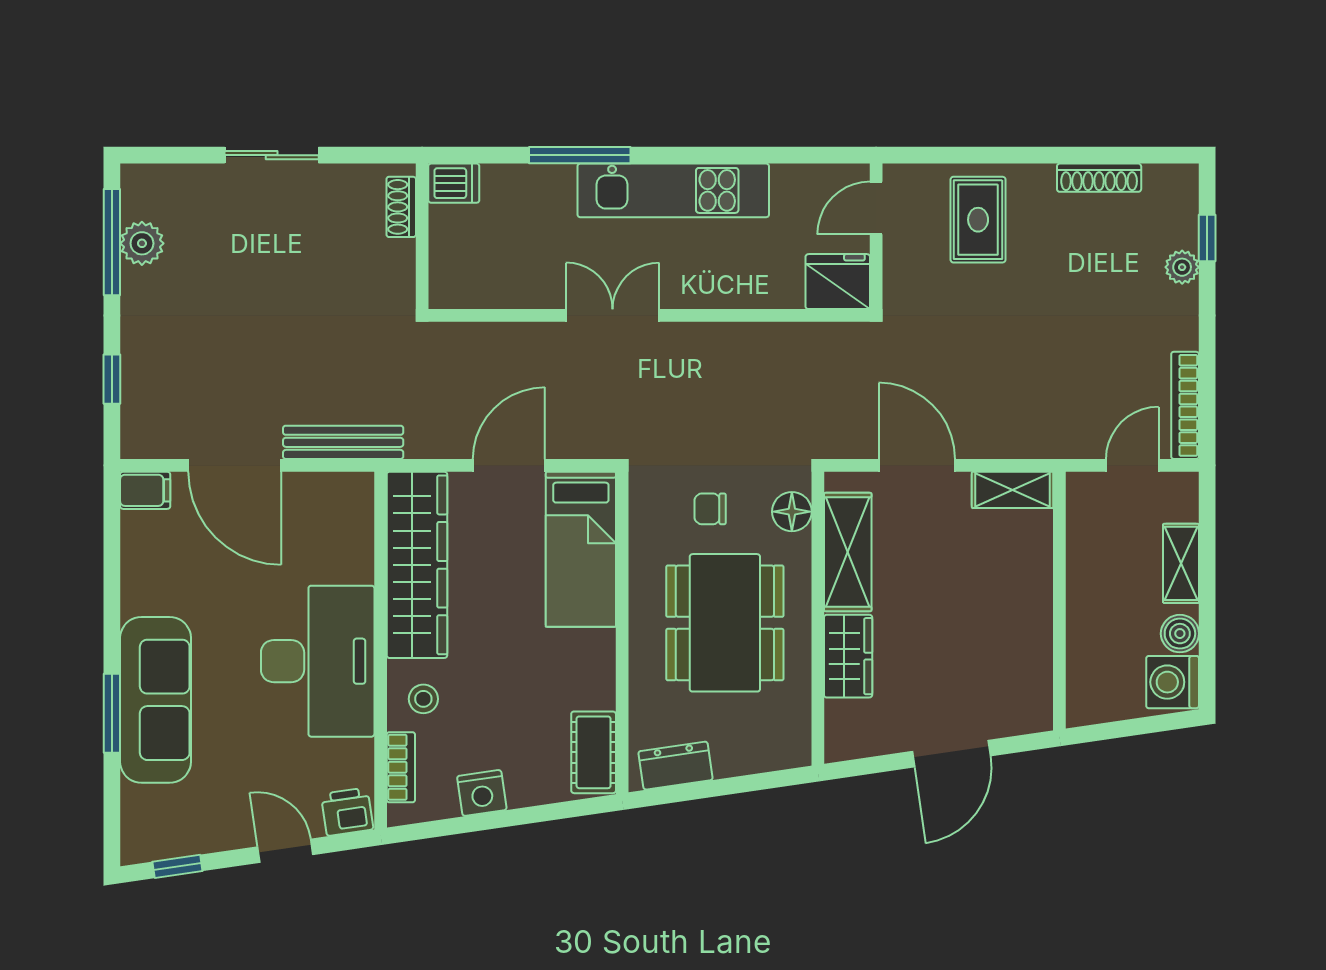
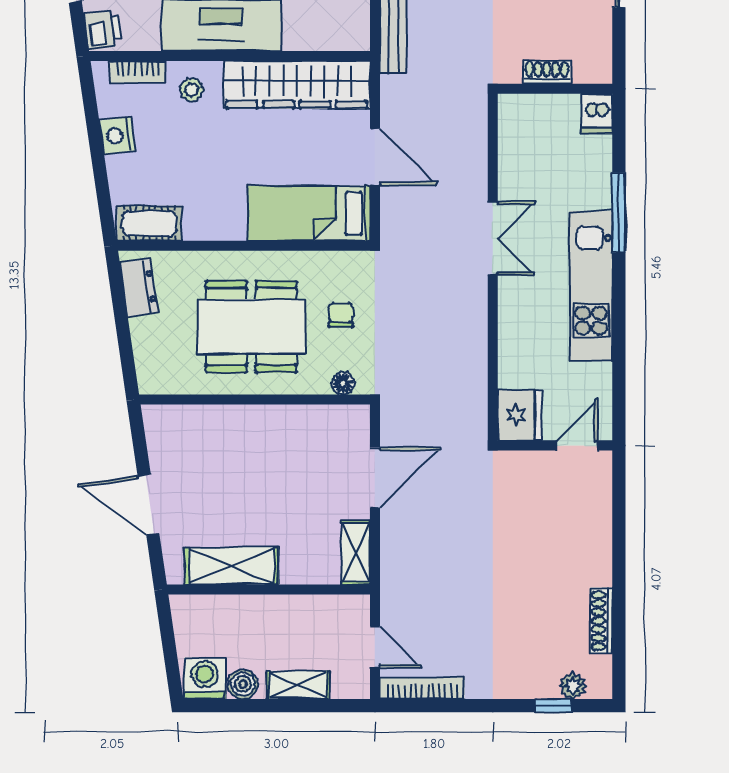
shoe rack: (401, 207) -> (547, 72), moved
door: (876, 208) -> (577, 445), hinge flipped
rug: (978, 220) -> (568, 526), removed
plant: (1182, 267) -> (573, 686), moved
floor lamp: (792, 512) -> (343, 383), width x0.73, depth x0.73
shelving: (848, 552) -> (231, 566), moved
wardrobe: (848, 656) -> (225, 423), removed

